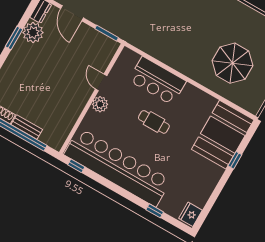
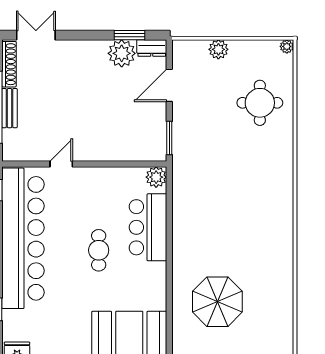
window: (14, 38) -> (129, 35), moved
door: (101, 82) -> (61, 164), moved
plant: (100, 104) -> (156, 177), moved

